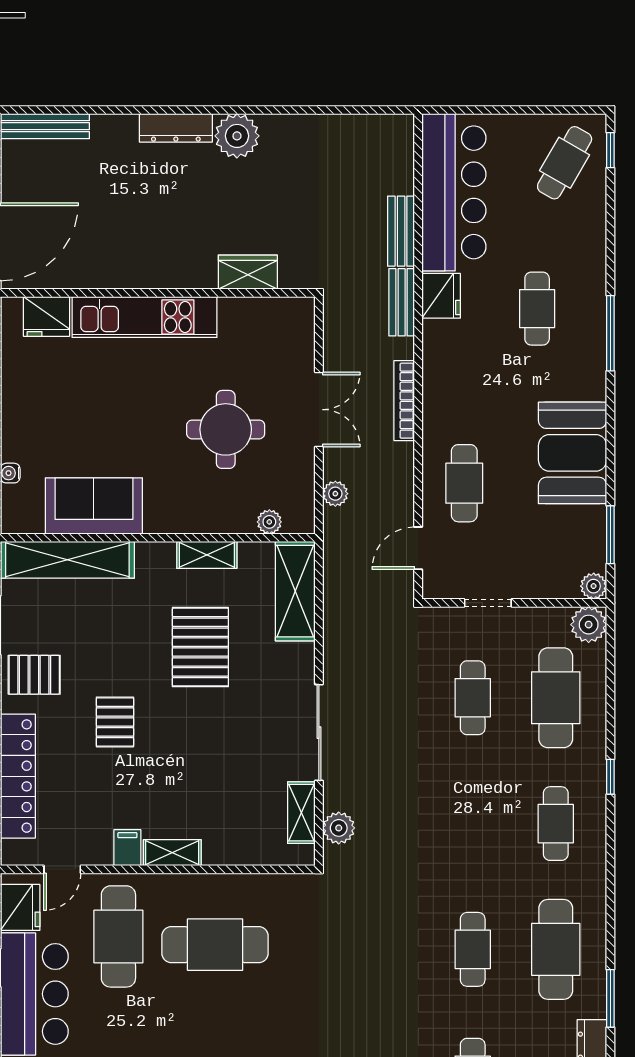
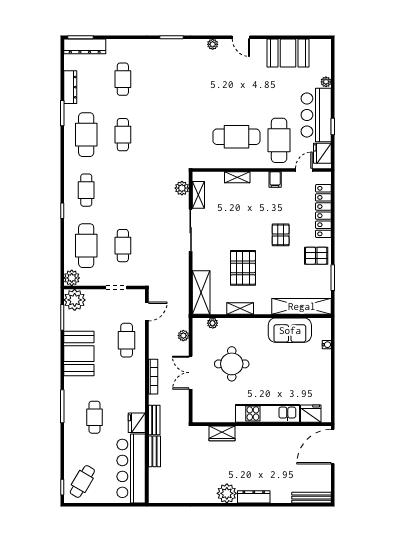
plant: (594, 586) -> (75, 300), width x1.88, depth x1.88
shelving: (172, 853) -> (237, 177), moved

